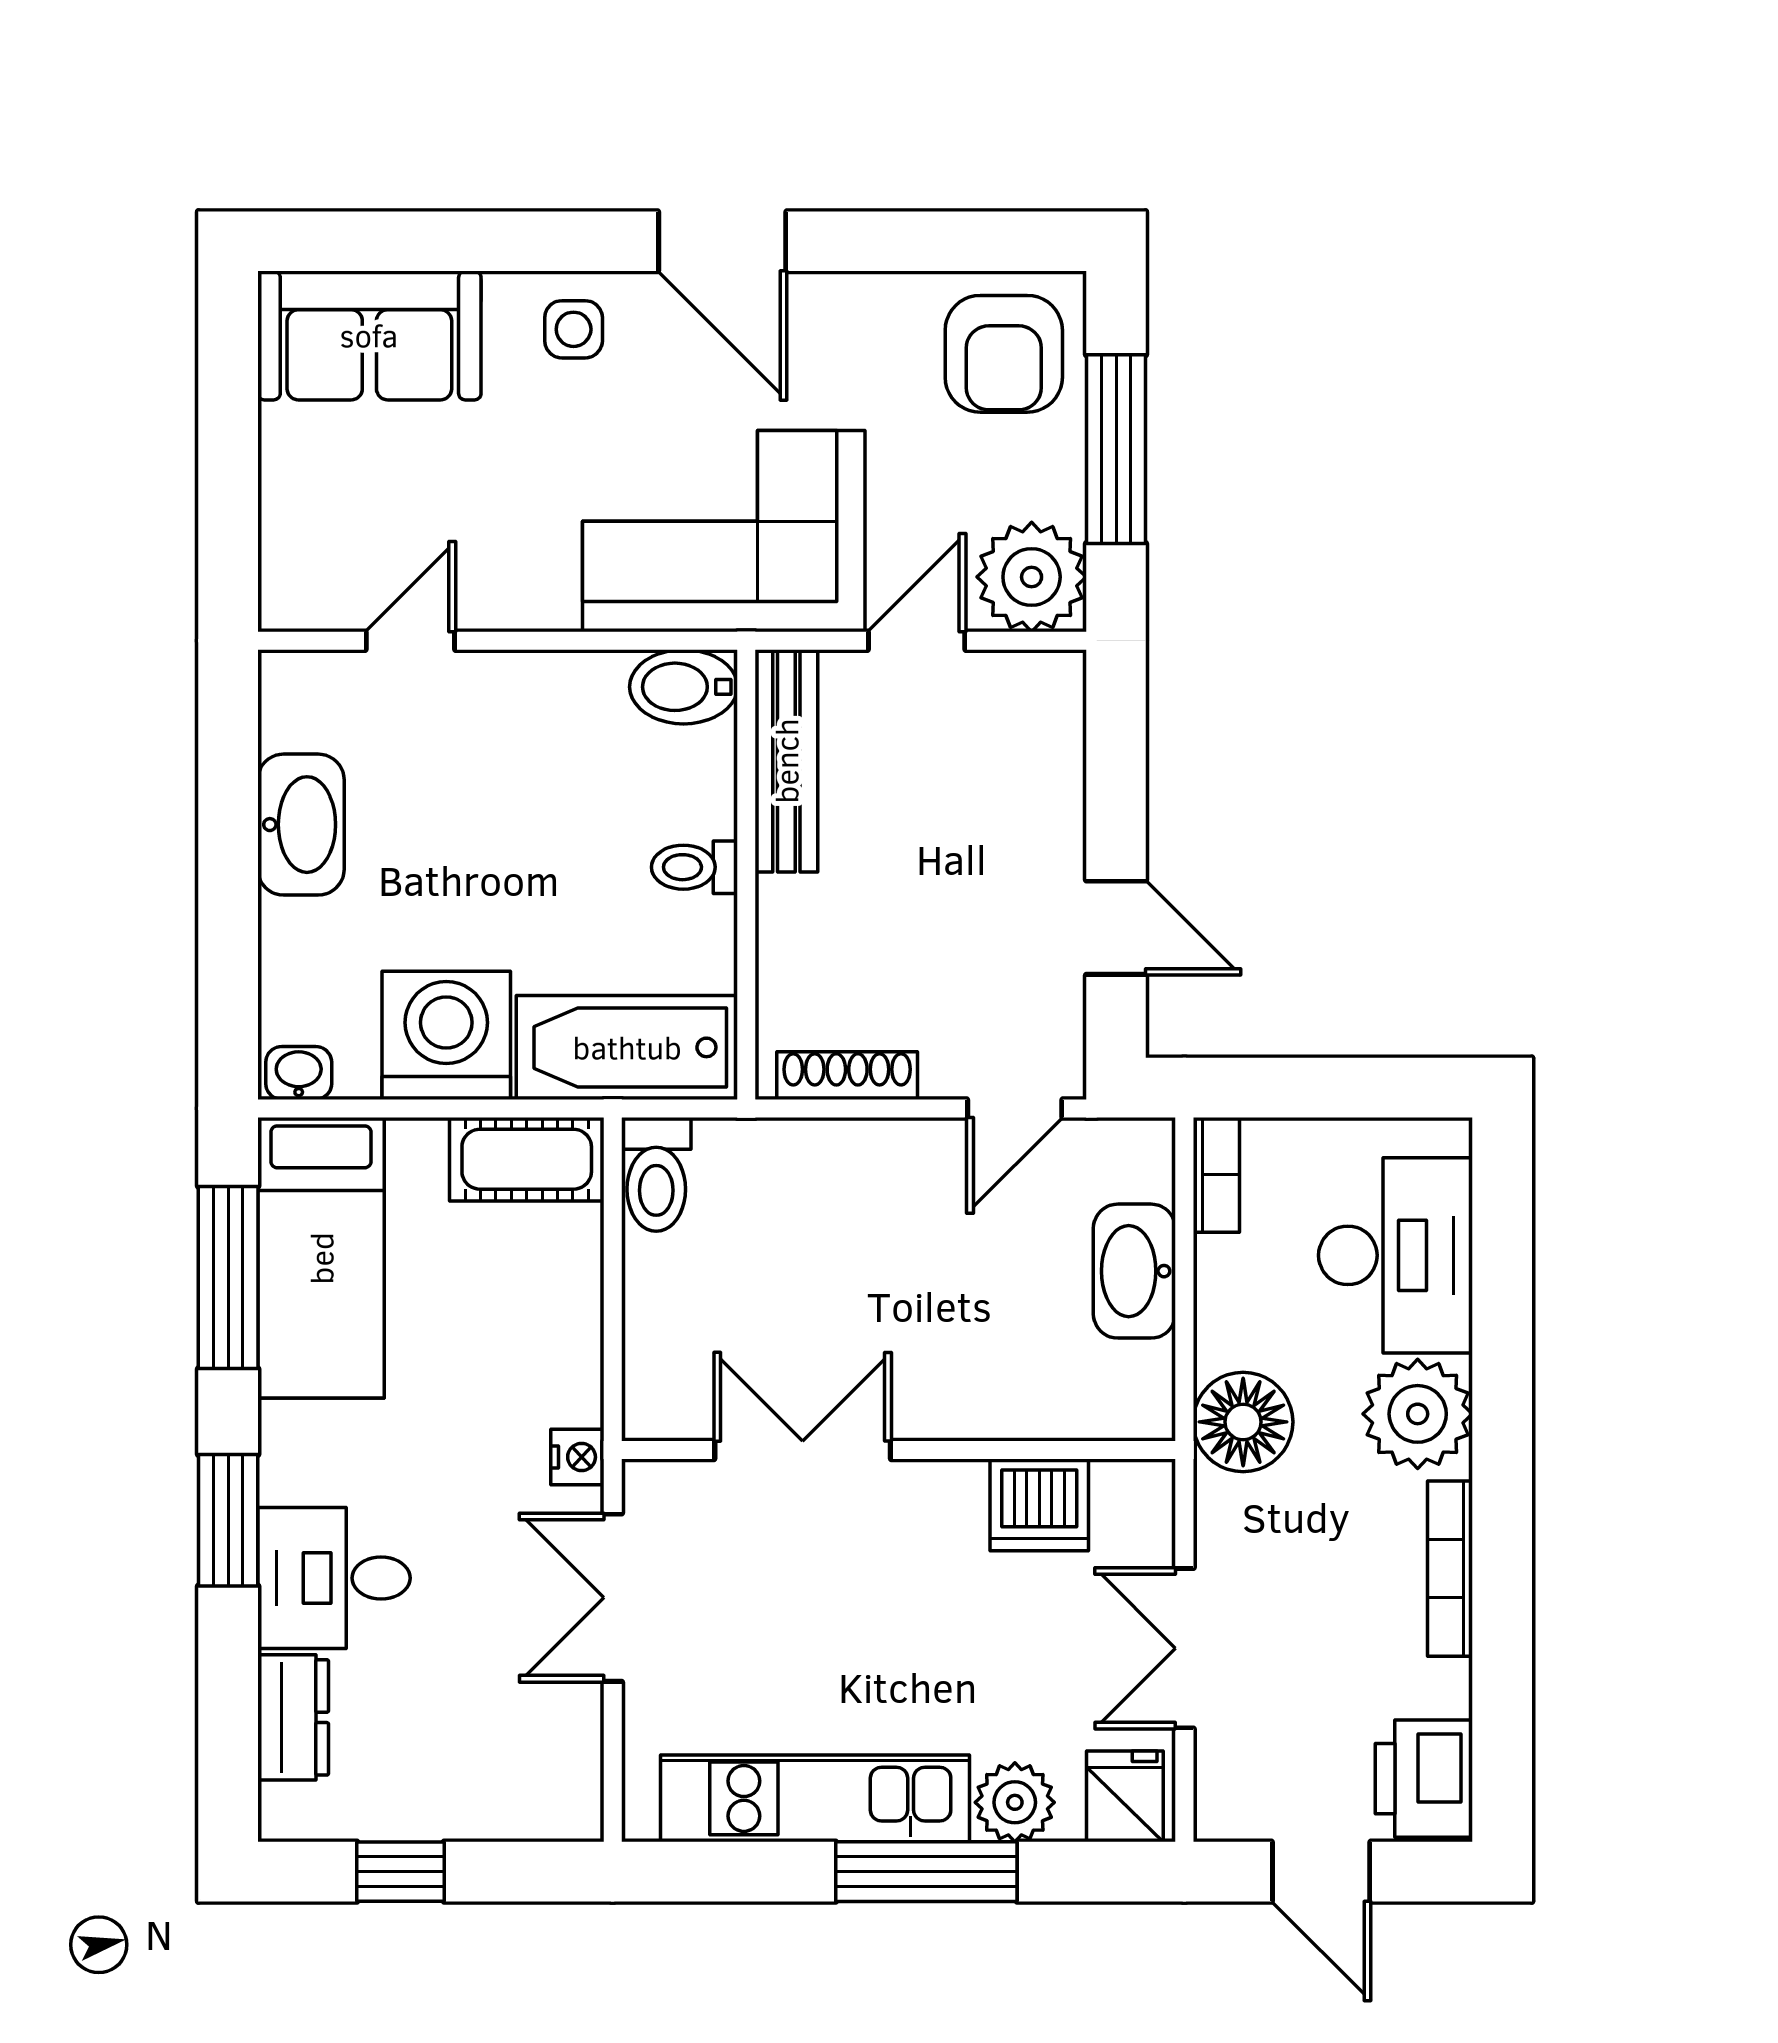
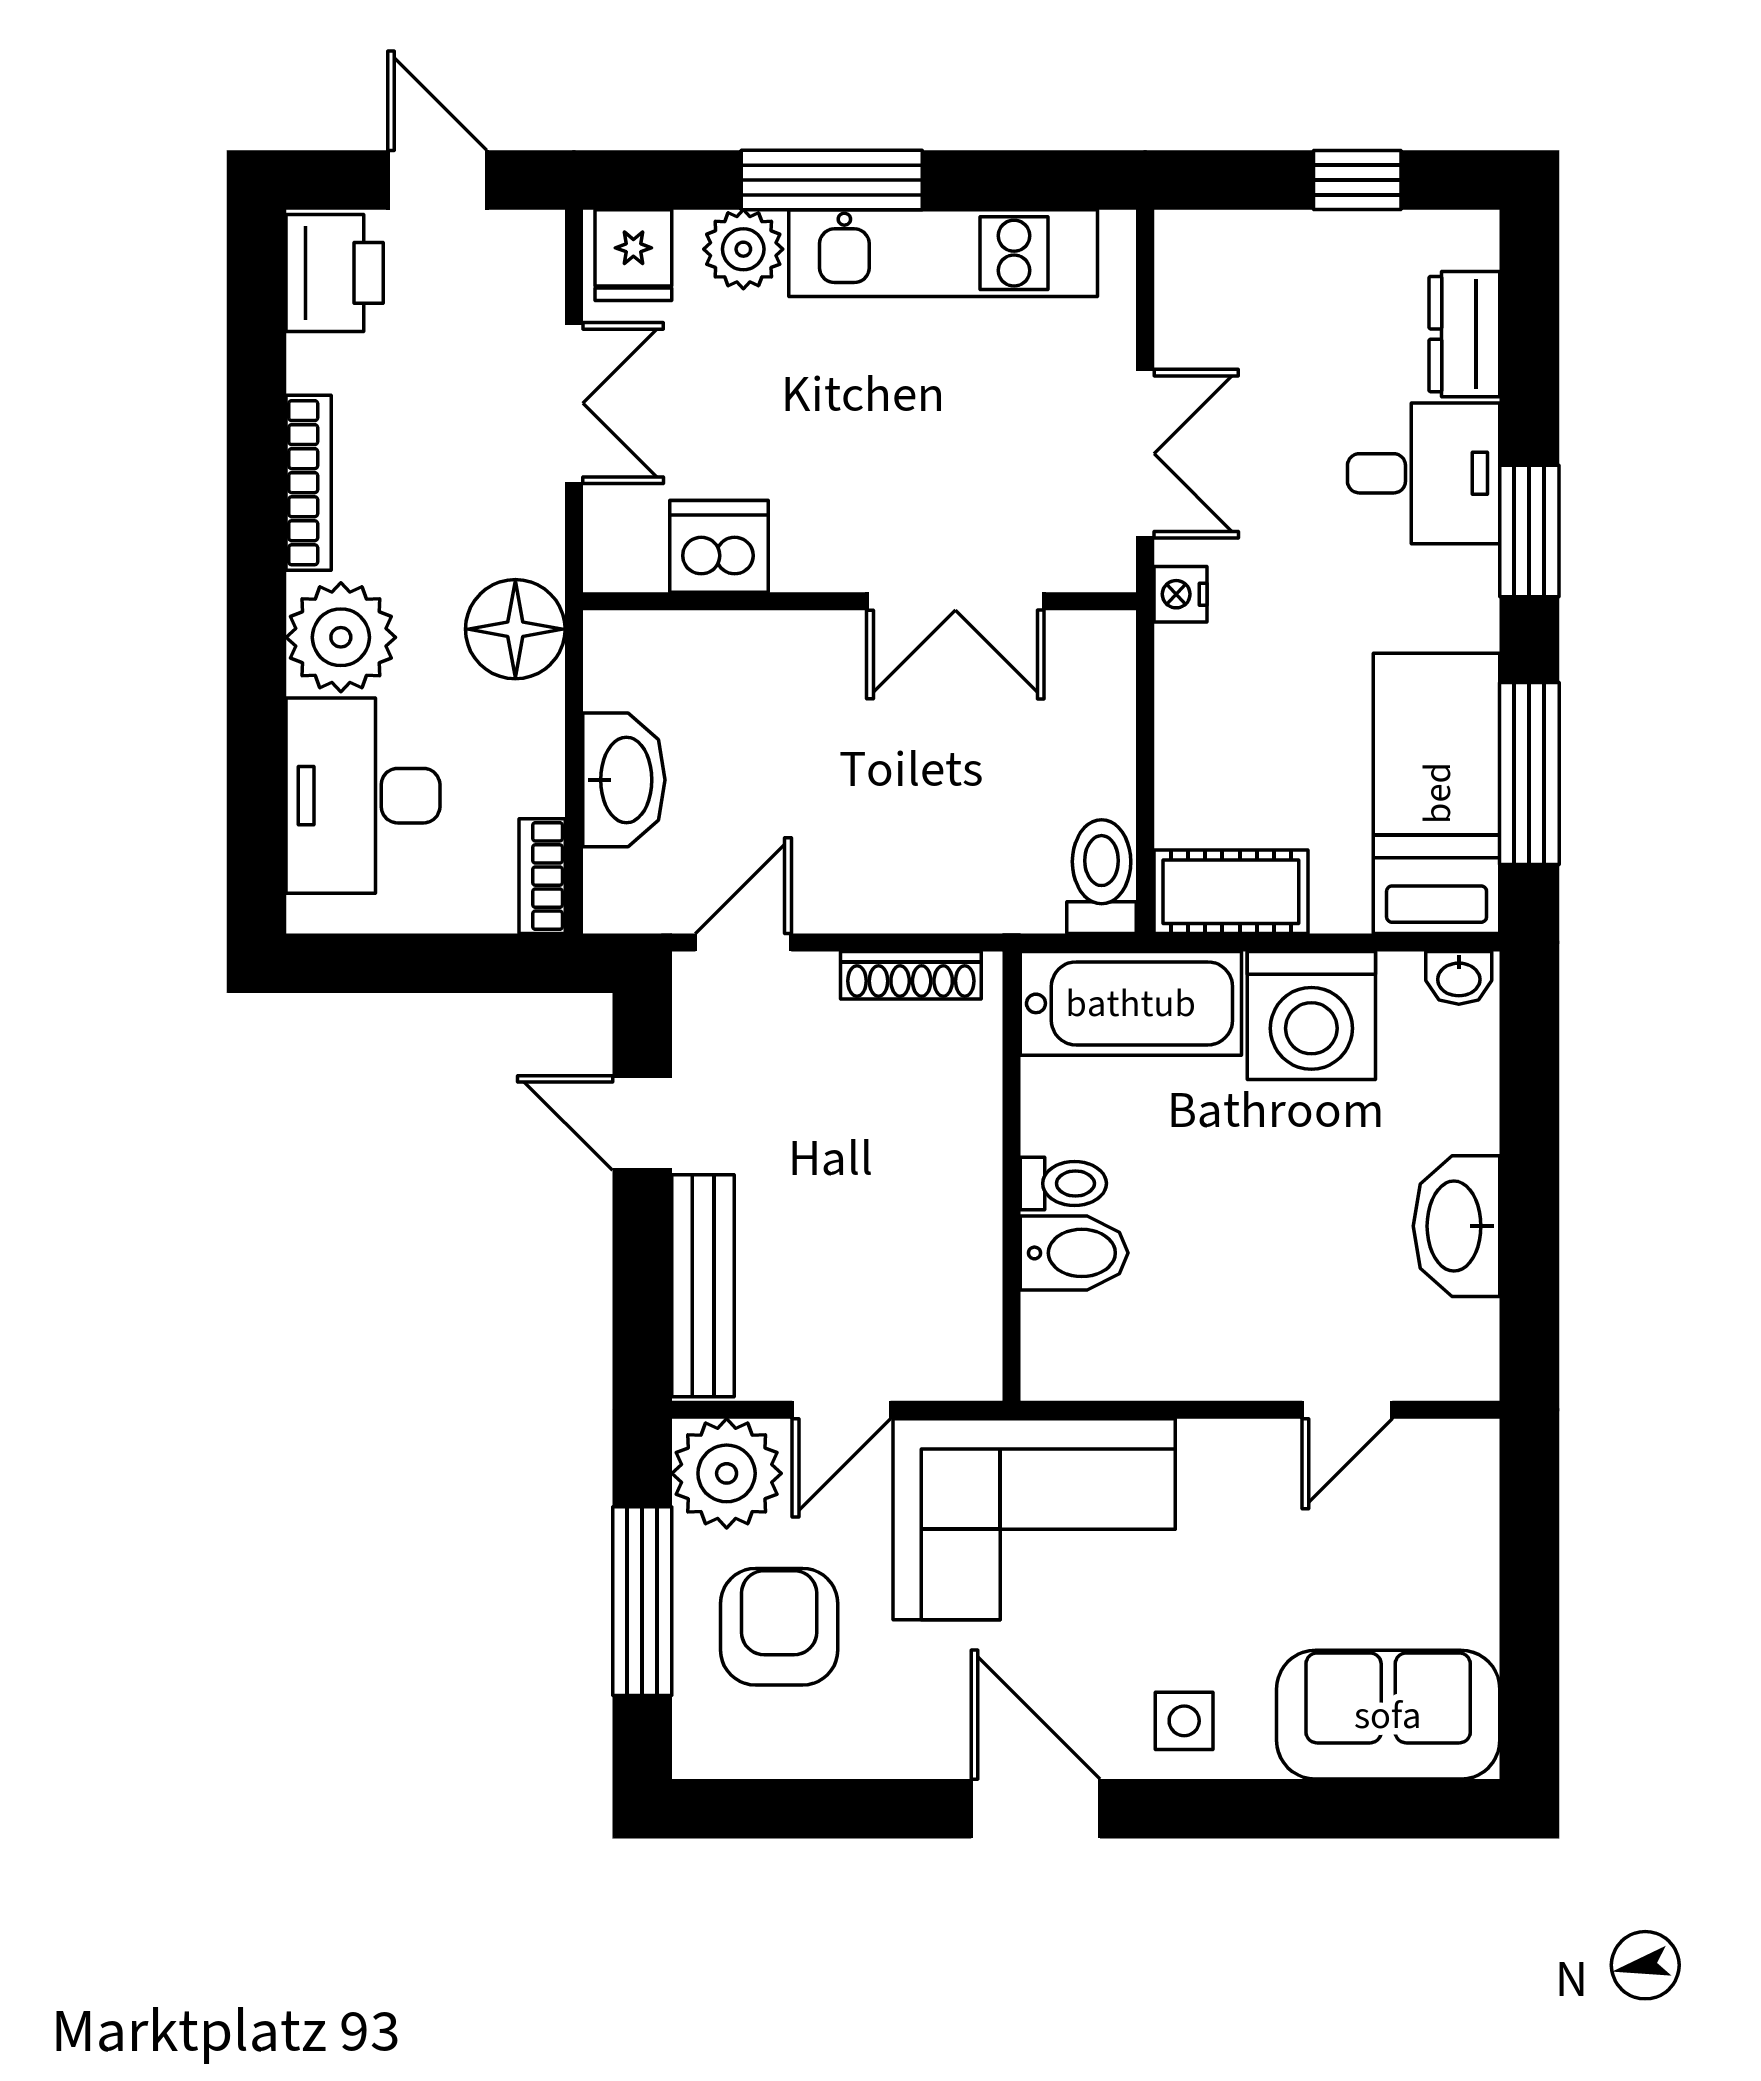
armchair: (1004, 354) -> (779, 1627), moved
bidet: (684, 687) -> (1074, 1253), moved
bench: (786, 761) -> (703, 1286), moved

